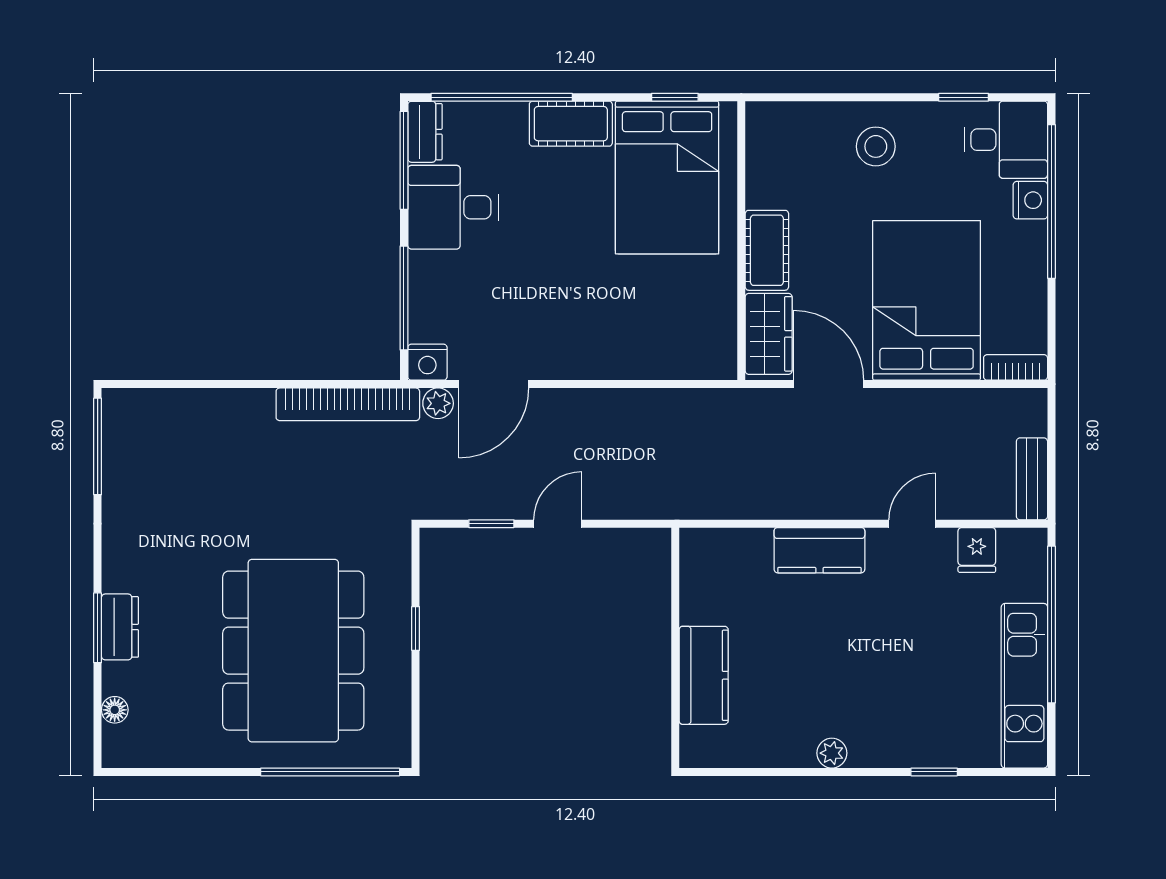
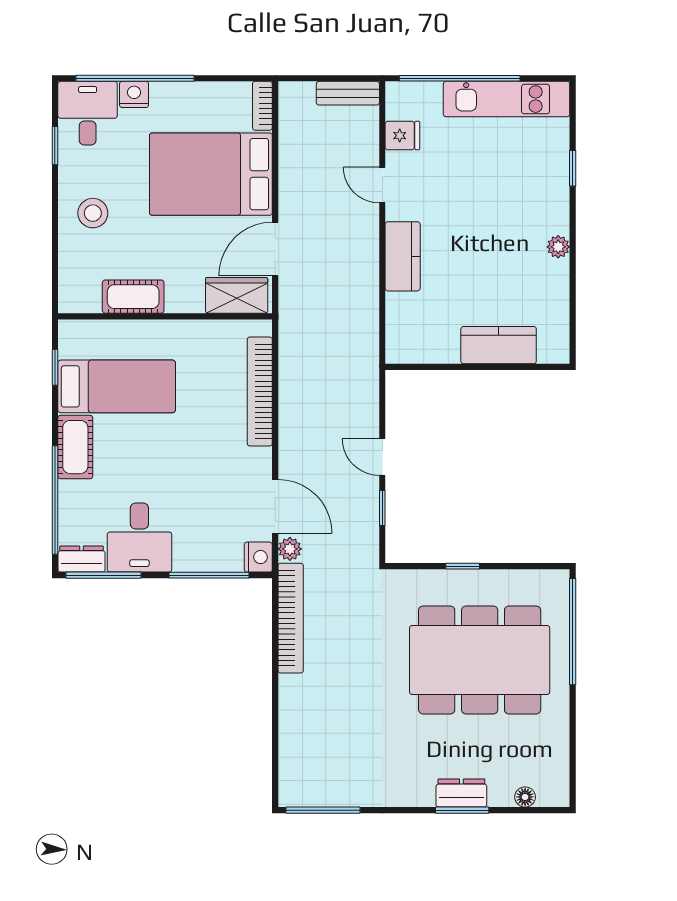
bed: (667, 177) -> (117, 386), width x0.67
cot: (767, 250) -> (133, 297), moved
bookcase: (643, 364) -> (260, 392), added

